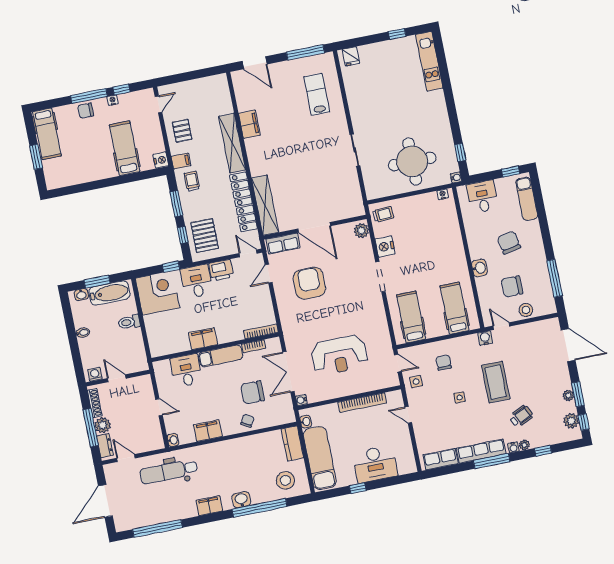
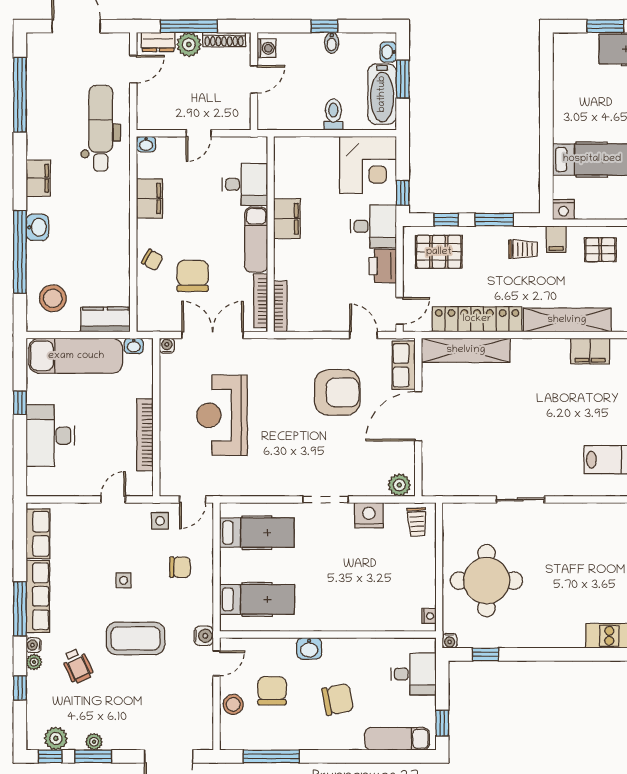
window: (73, 340) -> (324, 26), added
bookcase: (254, 346) -> (261, 301), width x1.56

